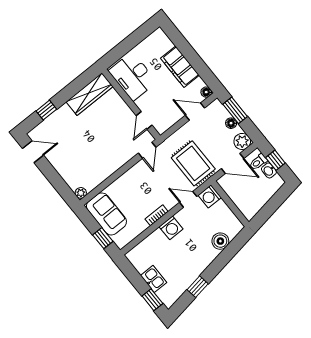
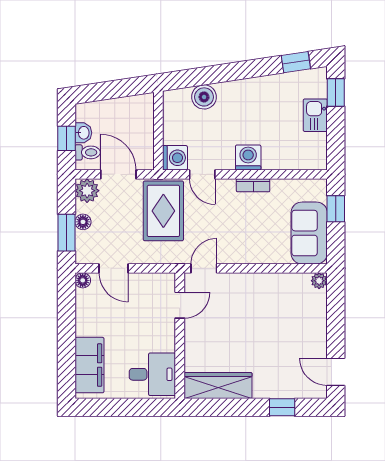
filing cabinet: (180, 67) -> (89, 365), moved
desk: (133, 76) -> (152, 374), width x0.73
window: (198, 287) -> (296, 62), moved

